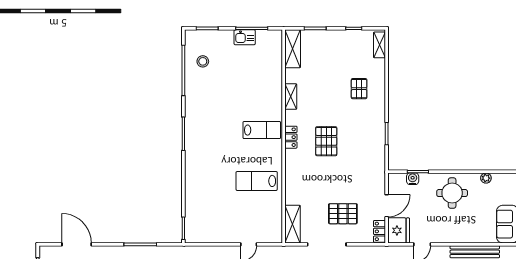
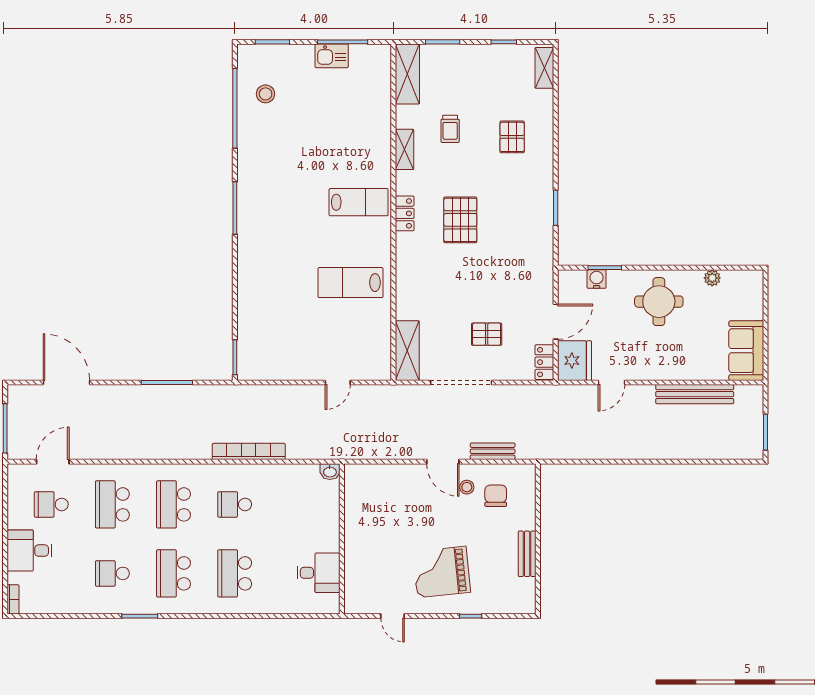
trolley: (320, 84) -> (450, 129), added
pallet: (343, 214) -> (487, 334), width x0.67, depth x0.71

